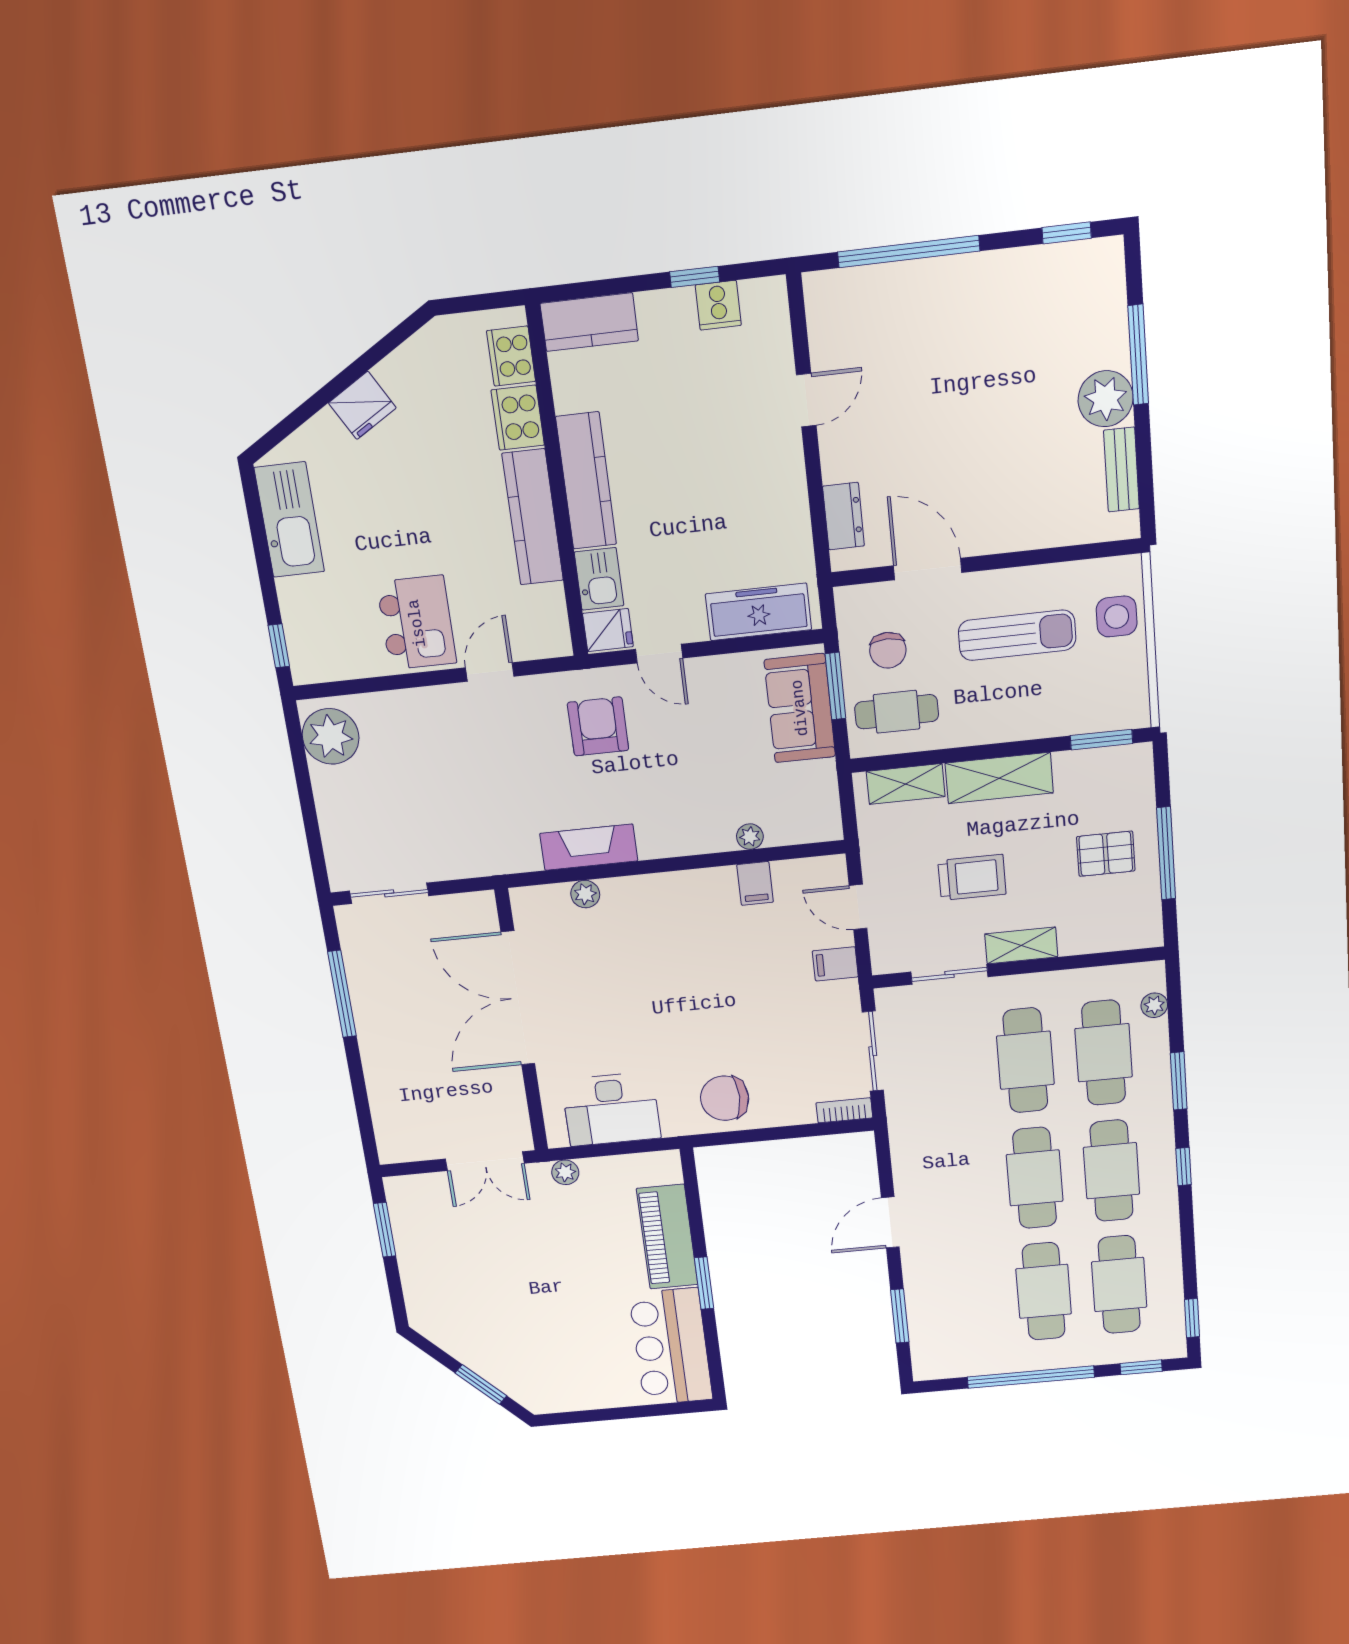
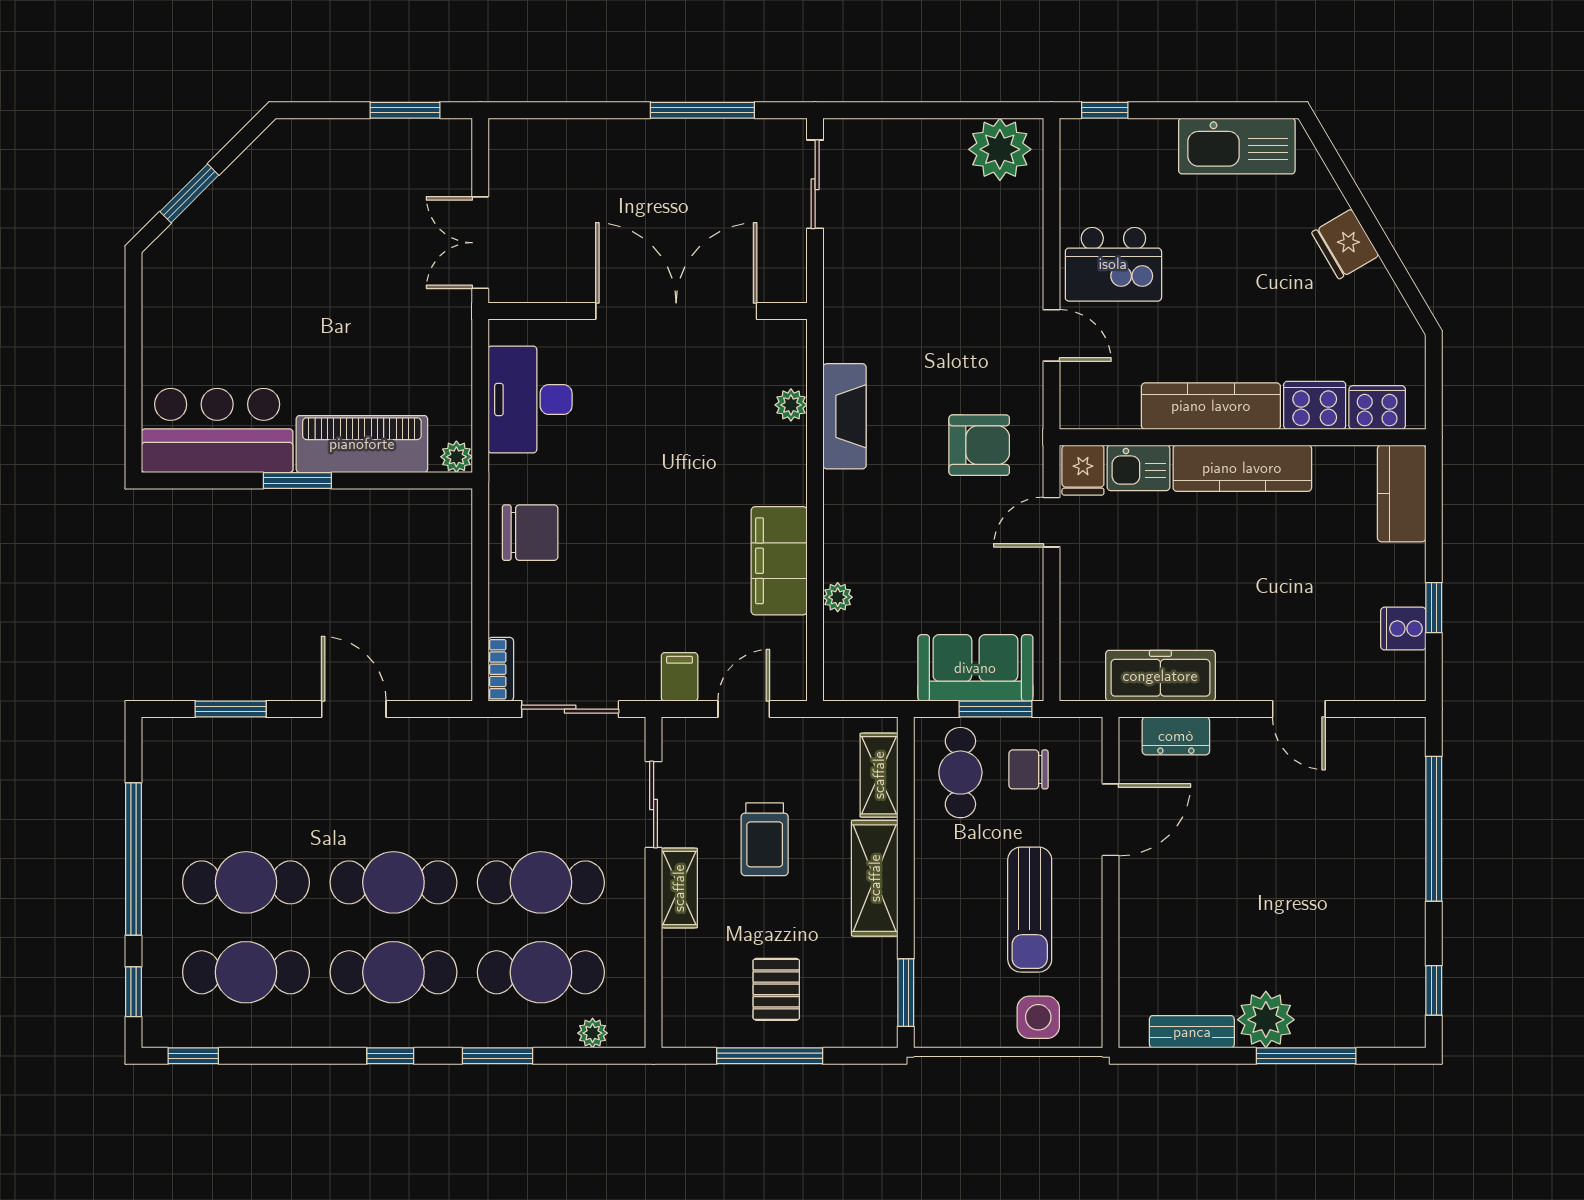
freezer: (759, 612) -> (1160, 676), moved, turned -90
filing cabinet: (755, 883) -> (779, 561), width x3.00, depth x1.17
chair: (725, 1098) -> (530, 533), turned 90
plant: (565, 1172) -> (456, 457), moved

